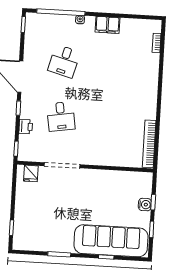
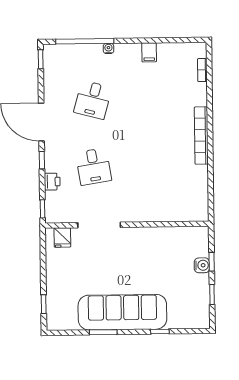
filing cabinet: (108, 25) -> (149, 52), width x0.50
bookcase: (149, 144) -> (201, 136), moved
sofa: (111, 241) -> (122, 312), moved

